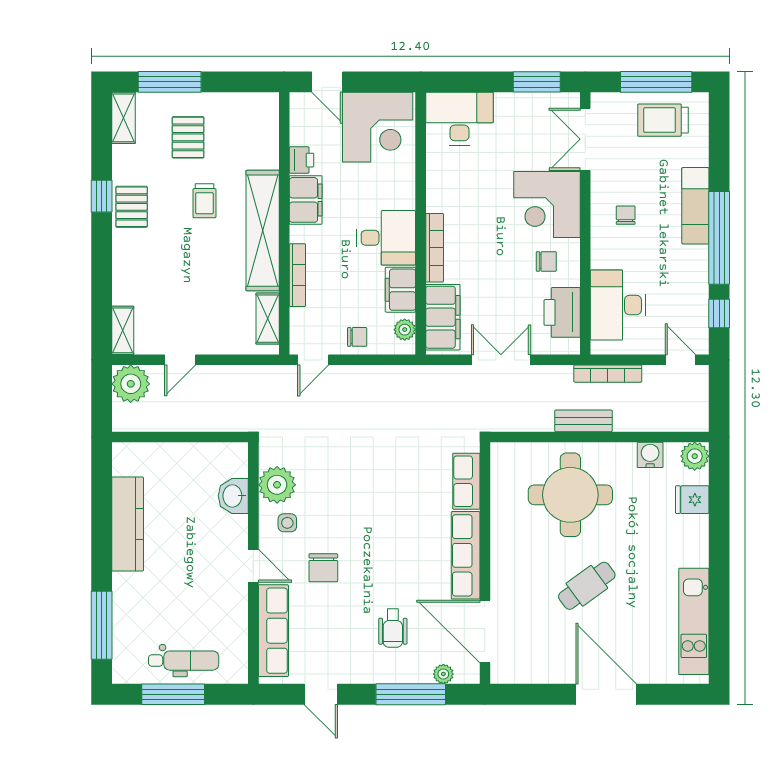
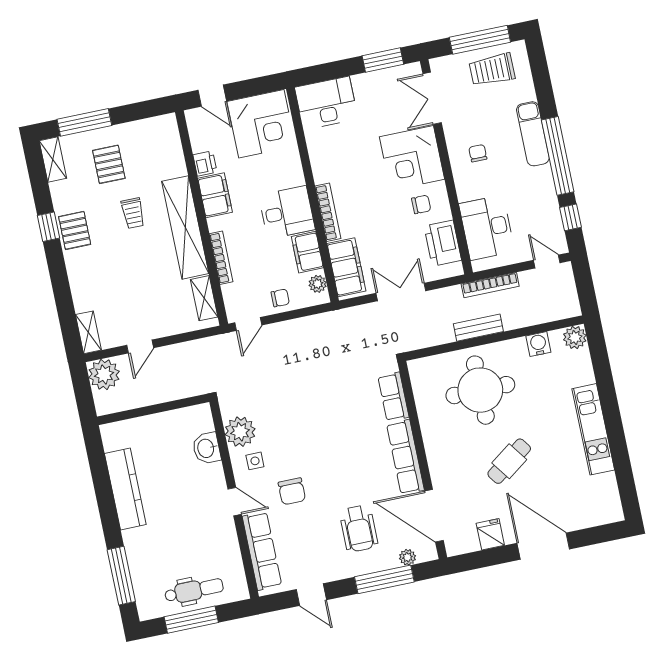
fridge: (692, 500) -> (490, 534), moved, turned 90
kitchen unit: (694, 621) -> (593, 429), moved
wheelchair: (393, 628) -> (359, 529), width x1.36, depth x1.37

